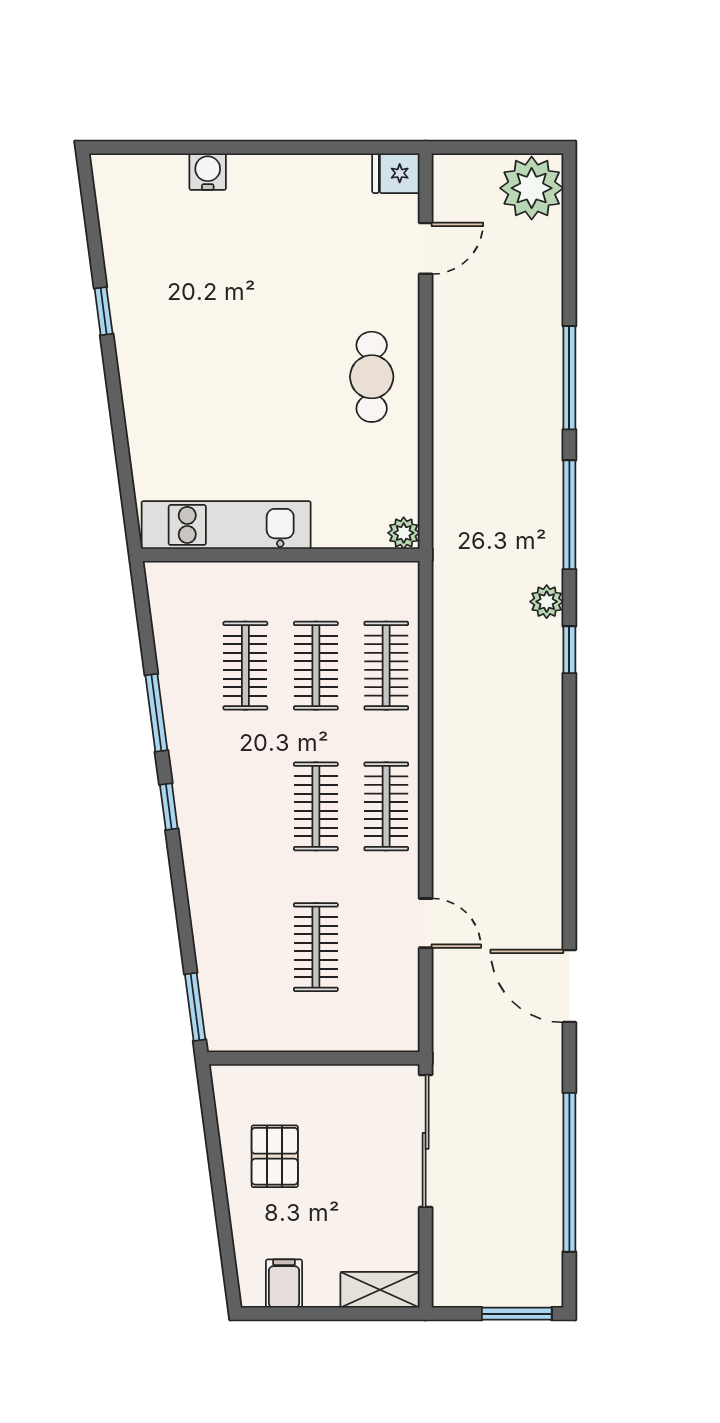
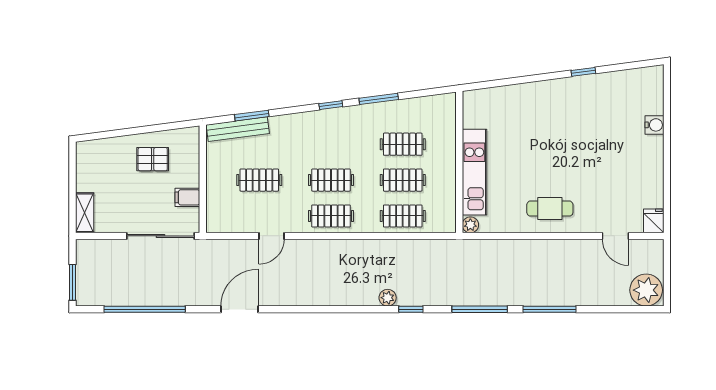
kitchen unit: (226, 525) -> (474, 172), moved
plant: (547, 602) -> (388, 298), moved
bench: (216, 989) -> (238, 129), added
window: (195, 1007) -> (252, 116), moved
filing cabinet: (284, 1284) -> (187, 197), moved, turned 180

